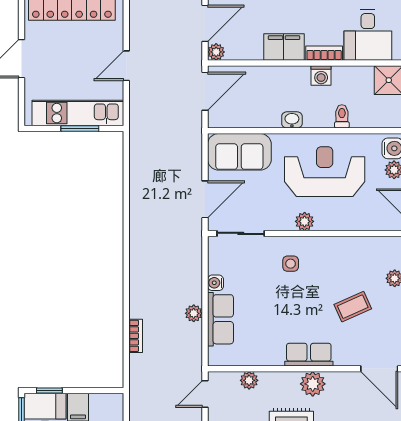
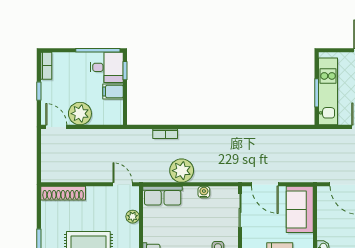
plant: (194, 313) -> (182, 171), width x1.87, depth x1.87
row of seats: (220, 319) -> (163, 196), moved

